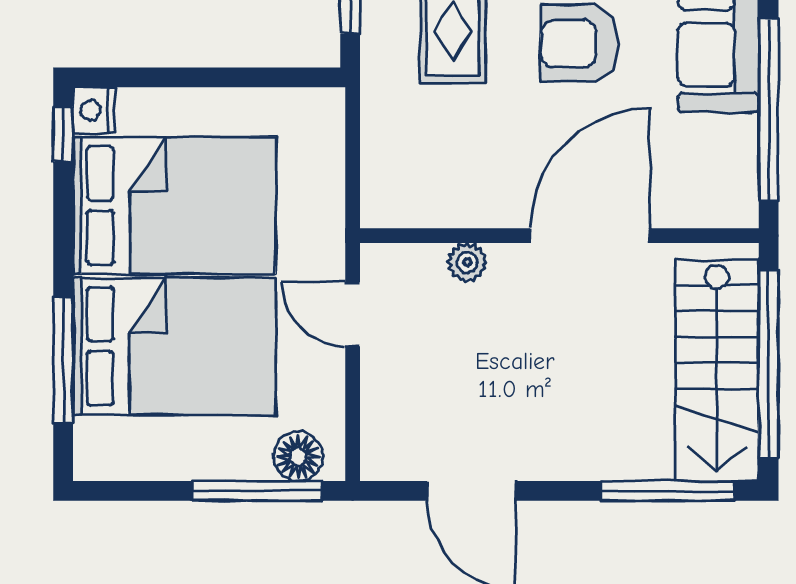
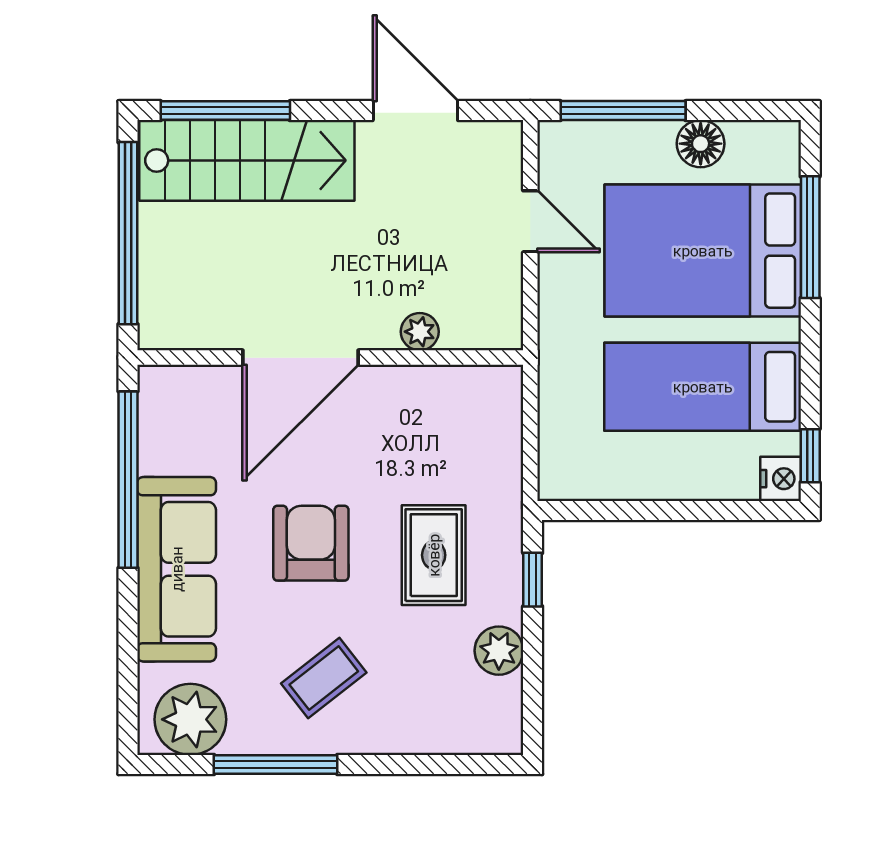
armchair: (579, 44) -> (311, 543), turned -90
bed: (174, 205) -> (703, 387), width x0.67
door: (353, 314) -> (530, 221), moved
stairs: (717, 370) -> (247, 160), moved, turned 90
floor lamp: (298, 457) -> (701, 144), moved

